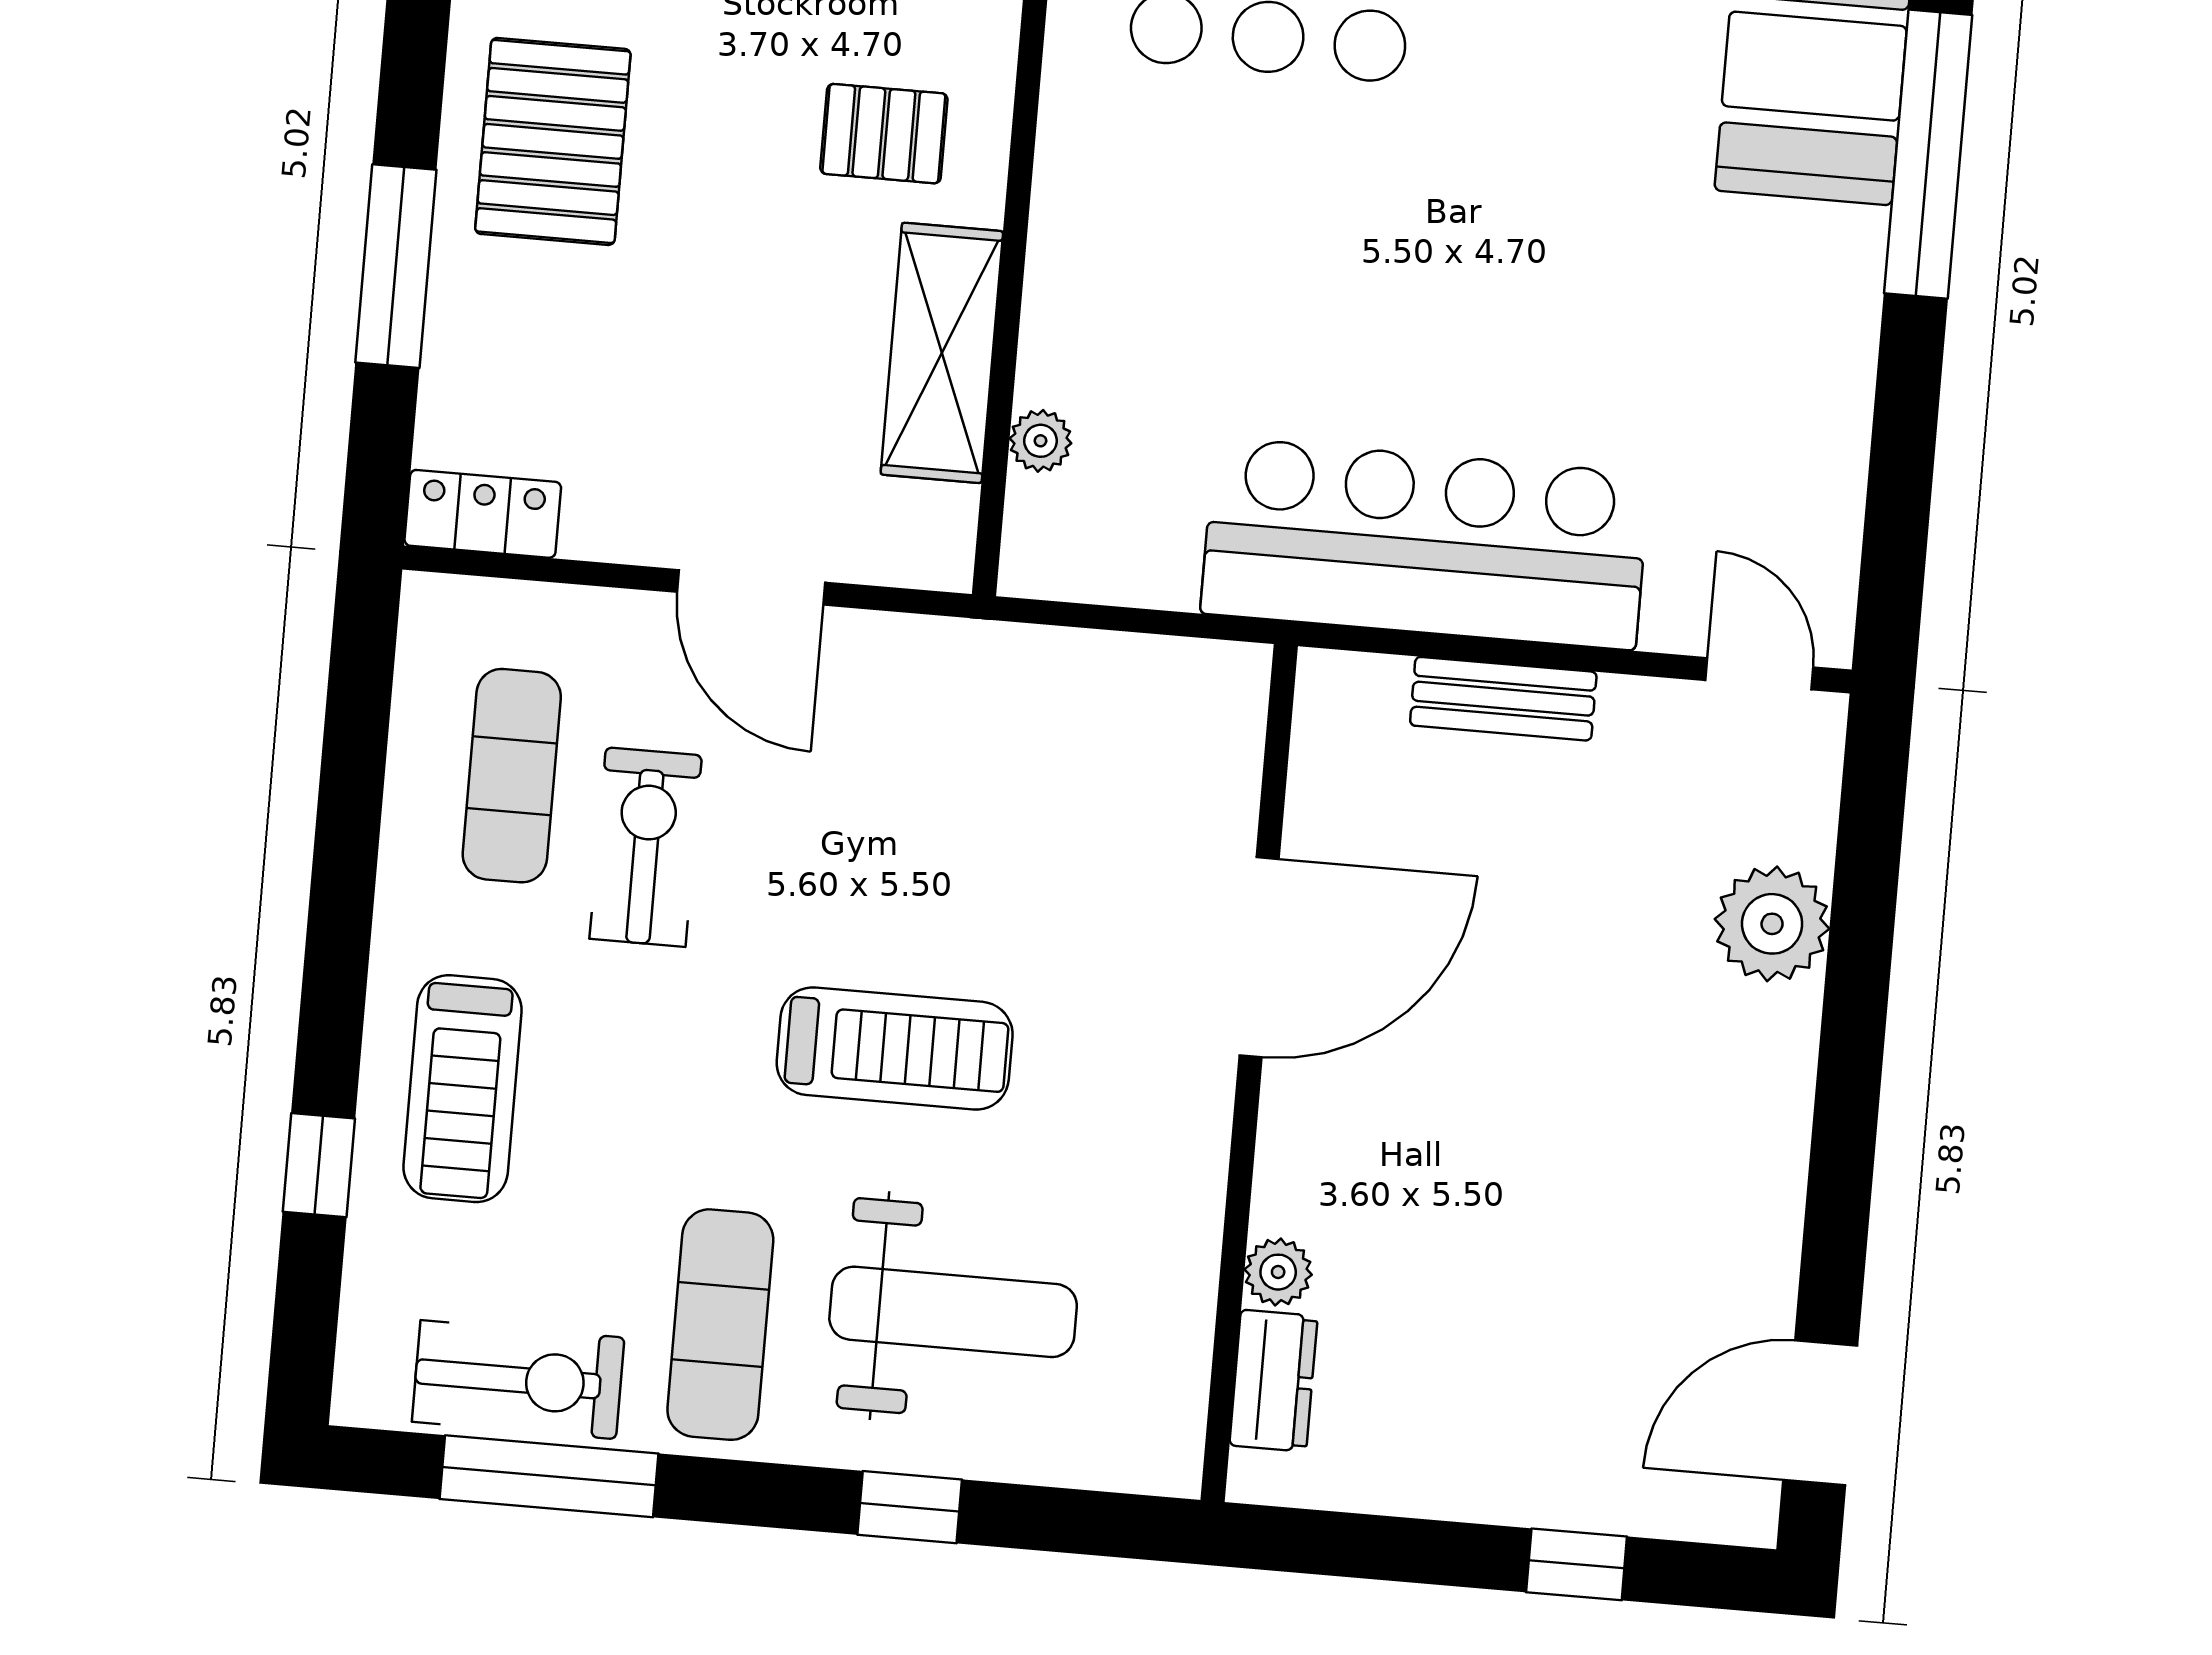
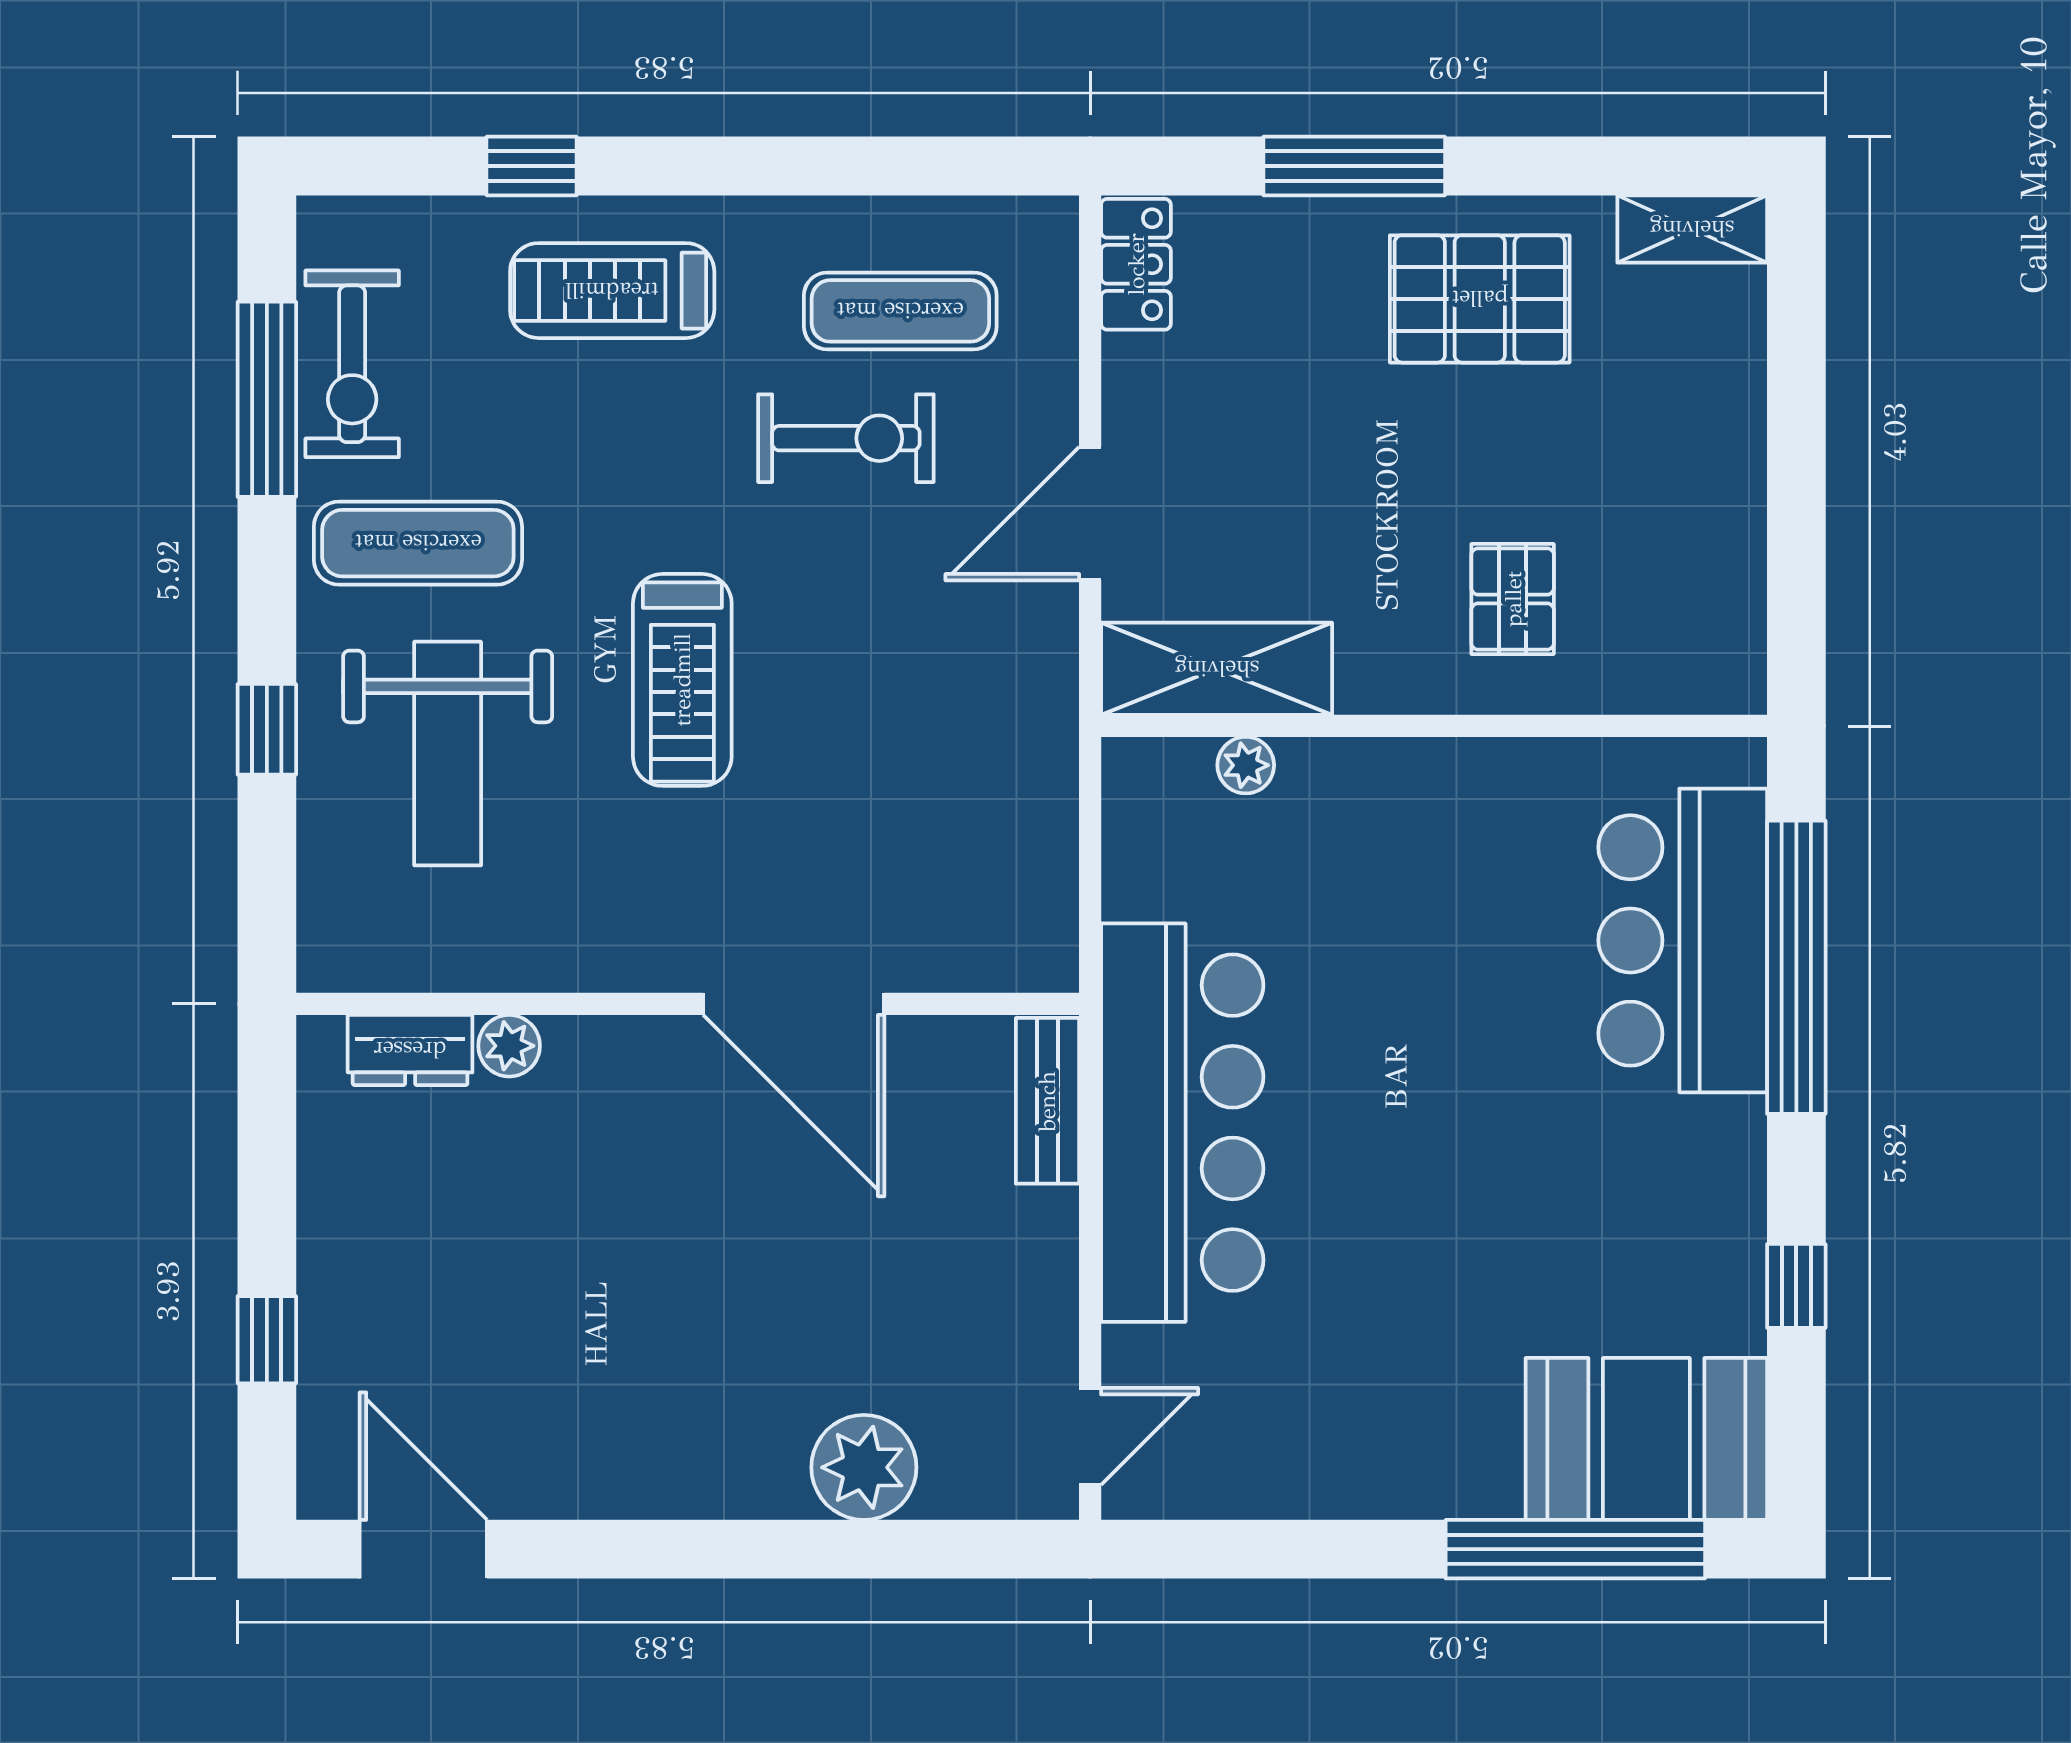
shelving: (942, 353) -> (1217, 669), moved
bench: (1503, 699) -> (1047, 1101), moved

